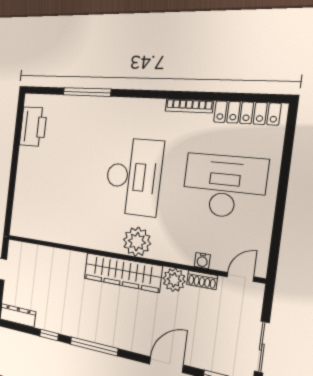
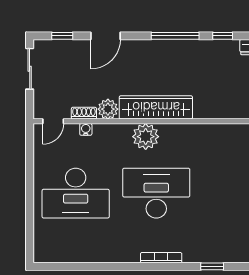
window: (87, 92) -> (212, 266), width x0.46
bookcase: (189, 106) -> (161, 258), moved
locker: (247, 113) -> (65, 254), removed
desk: (133, 177) -> (156, 193), turned 90

